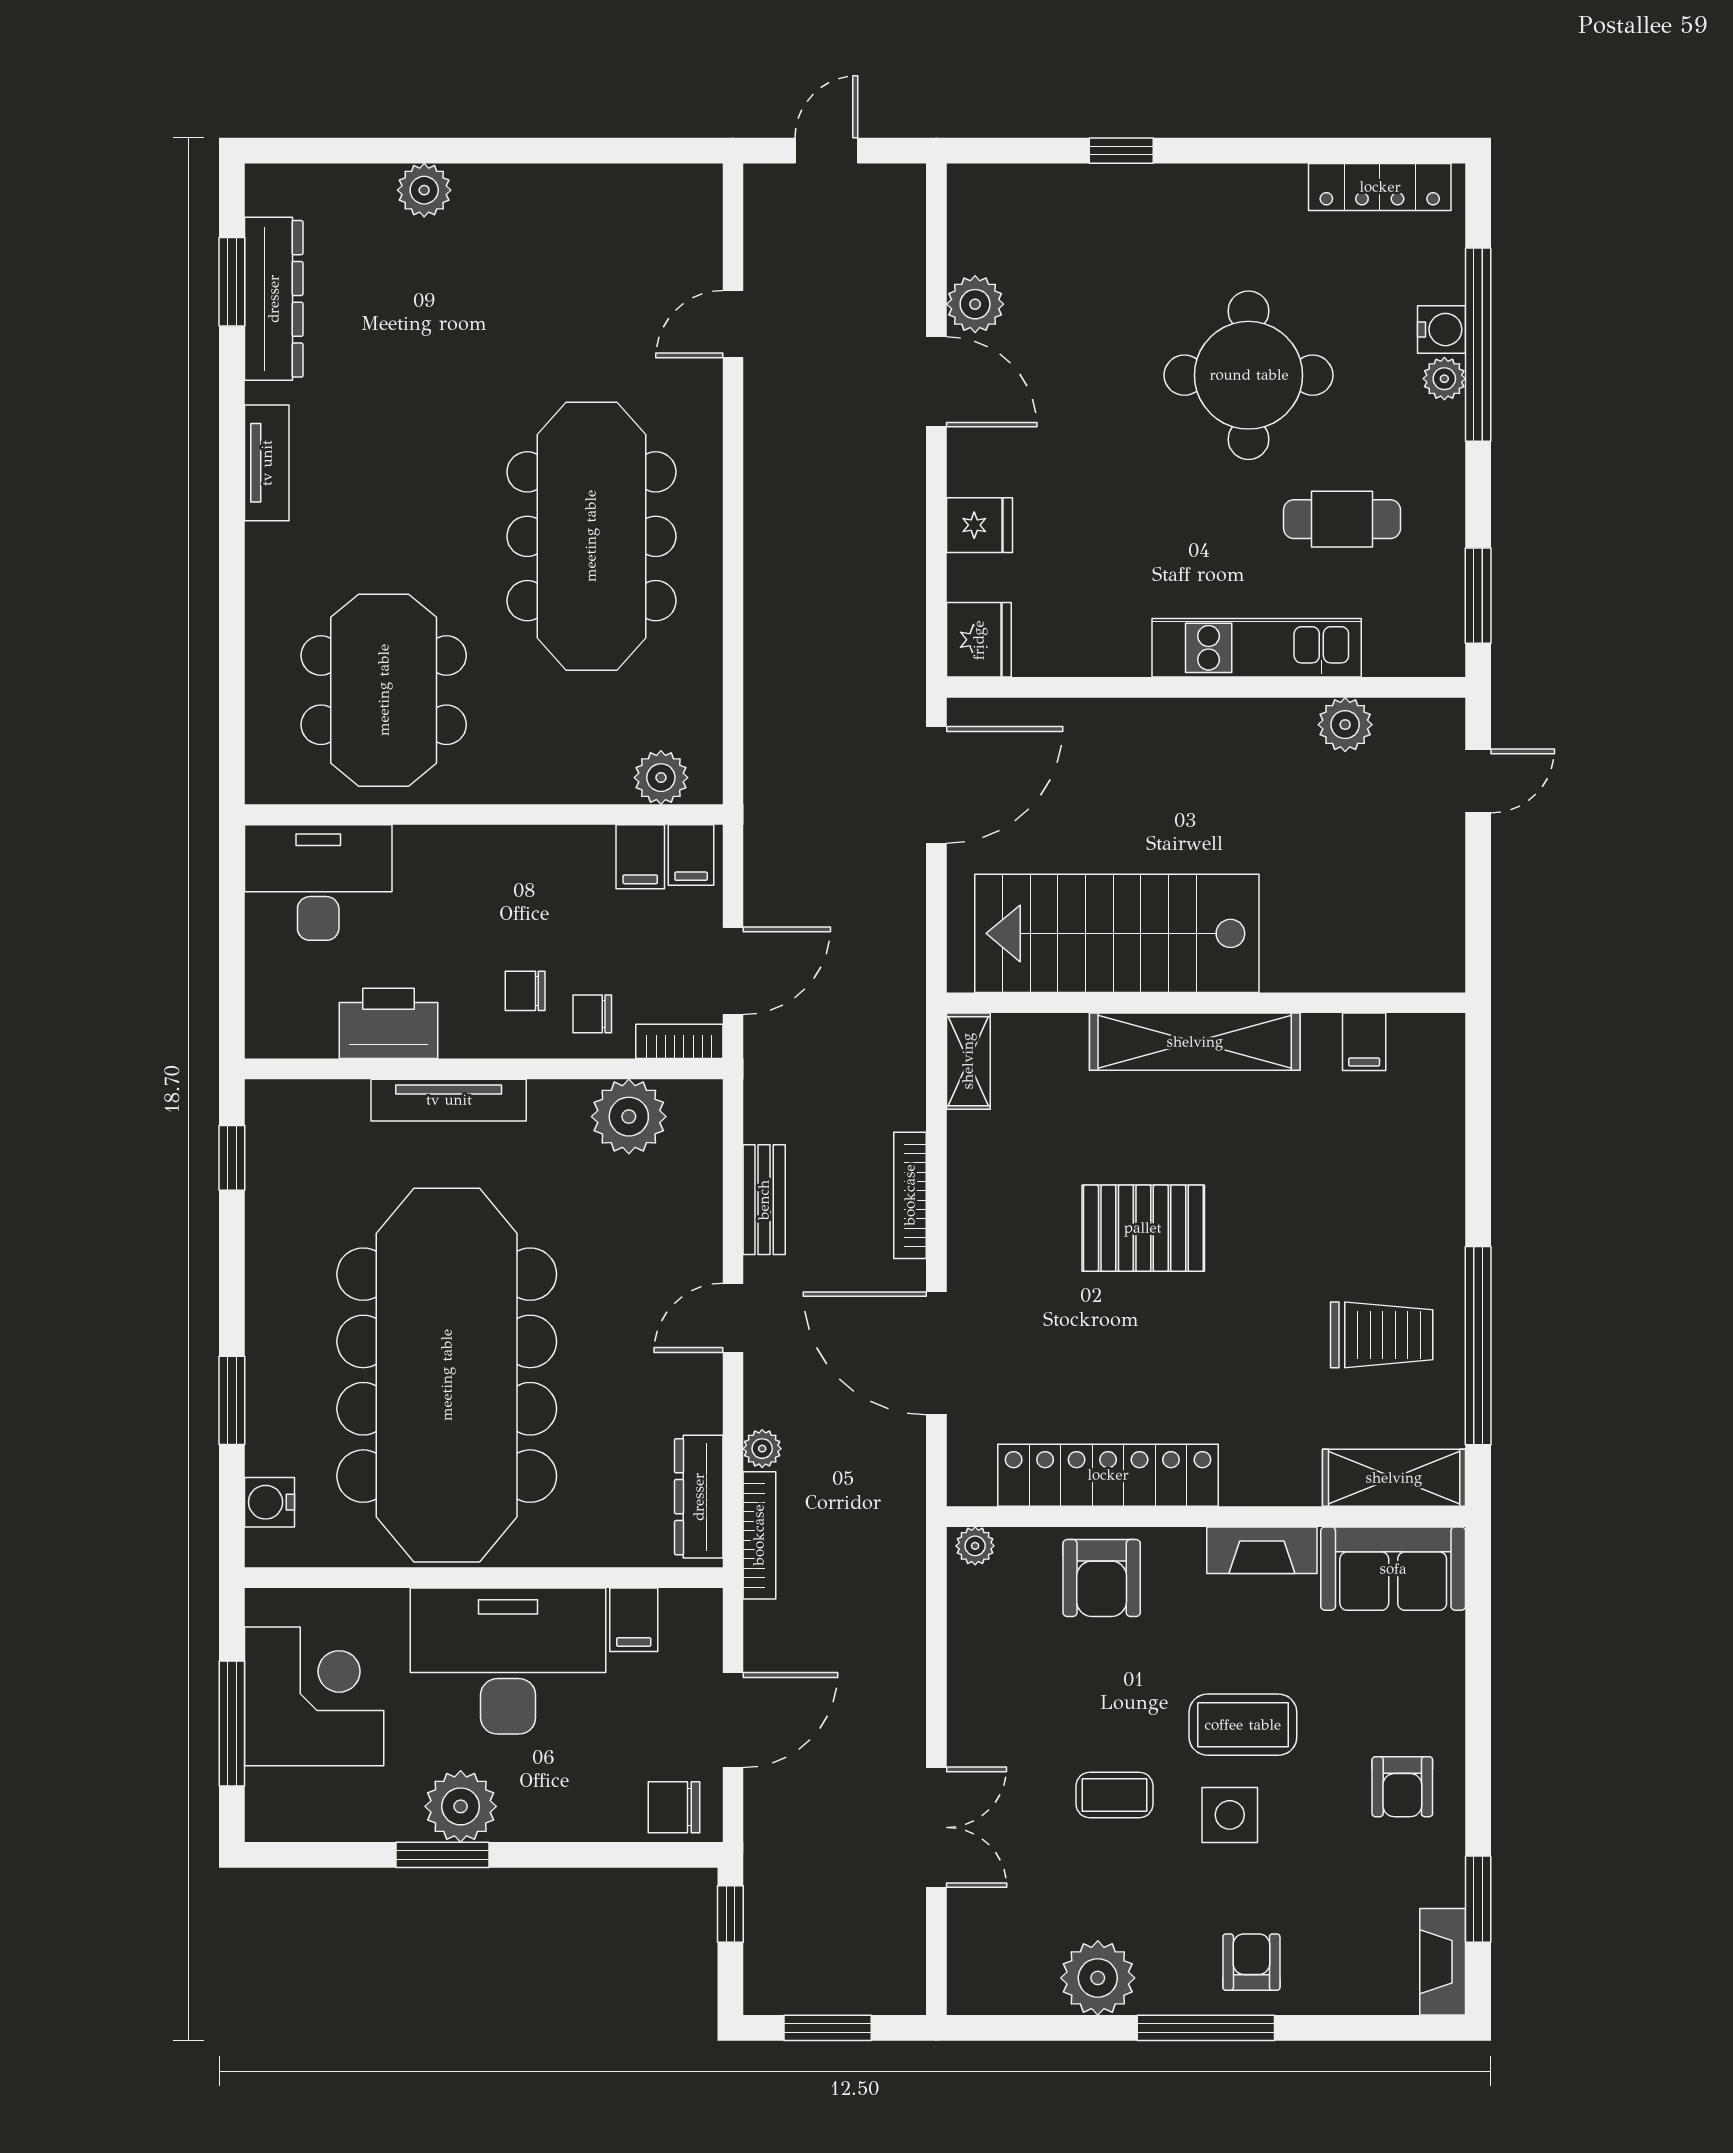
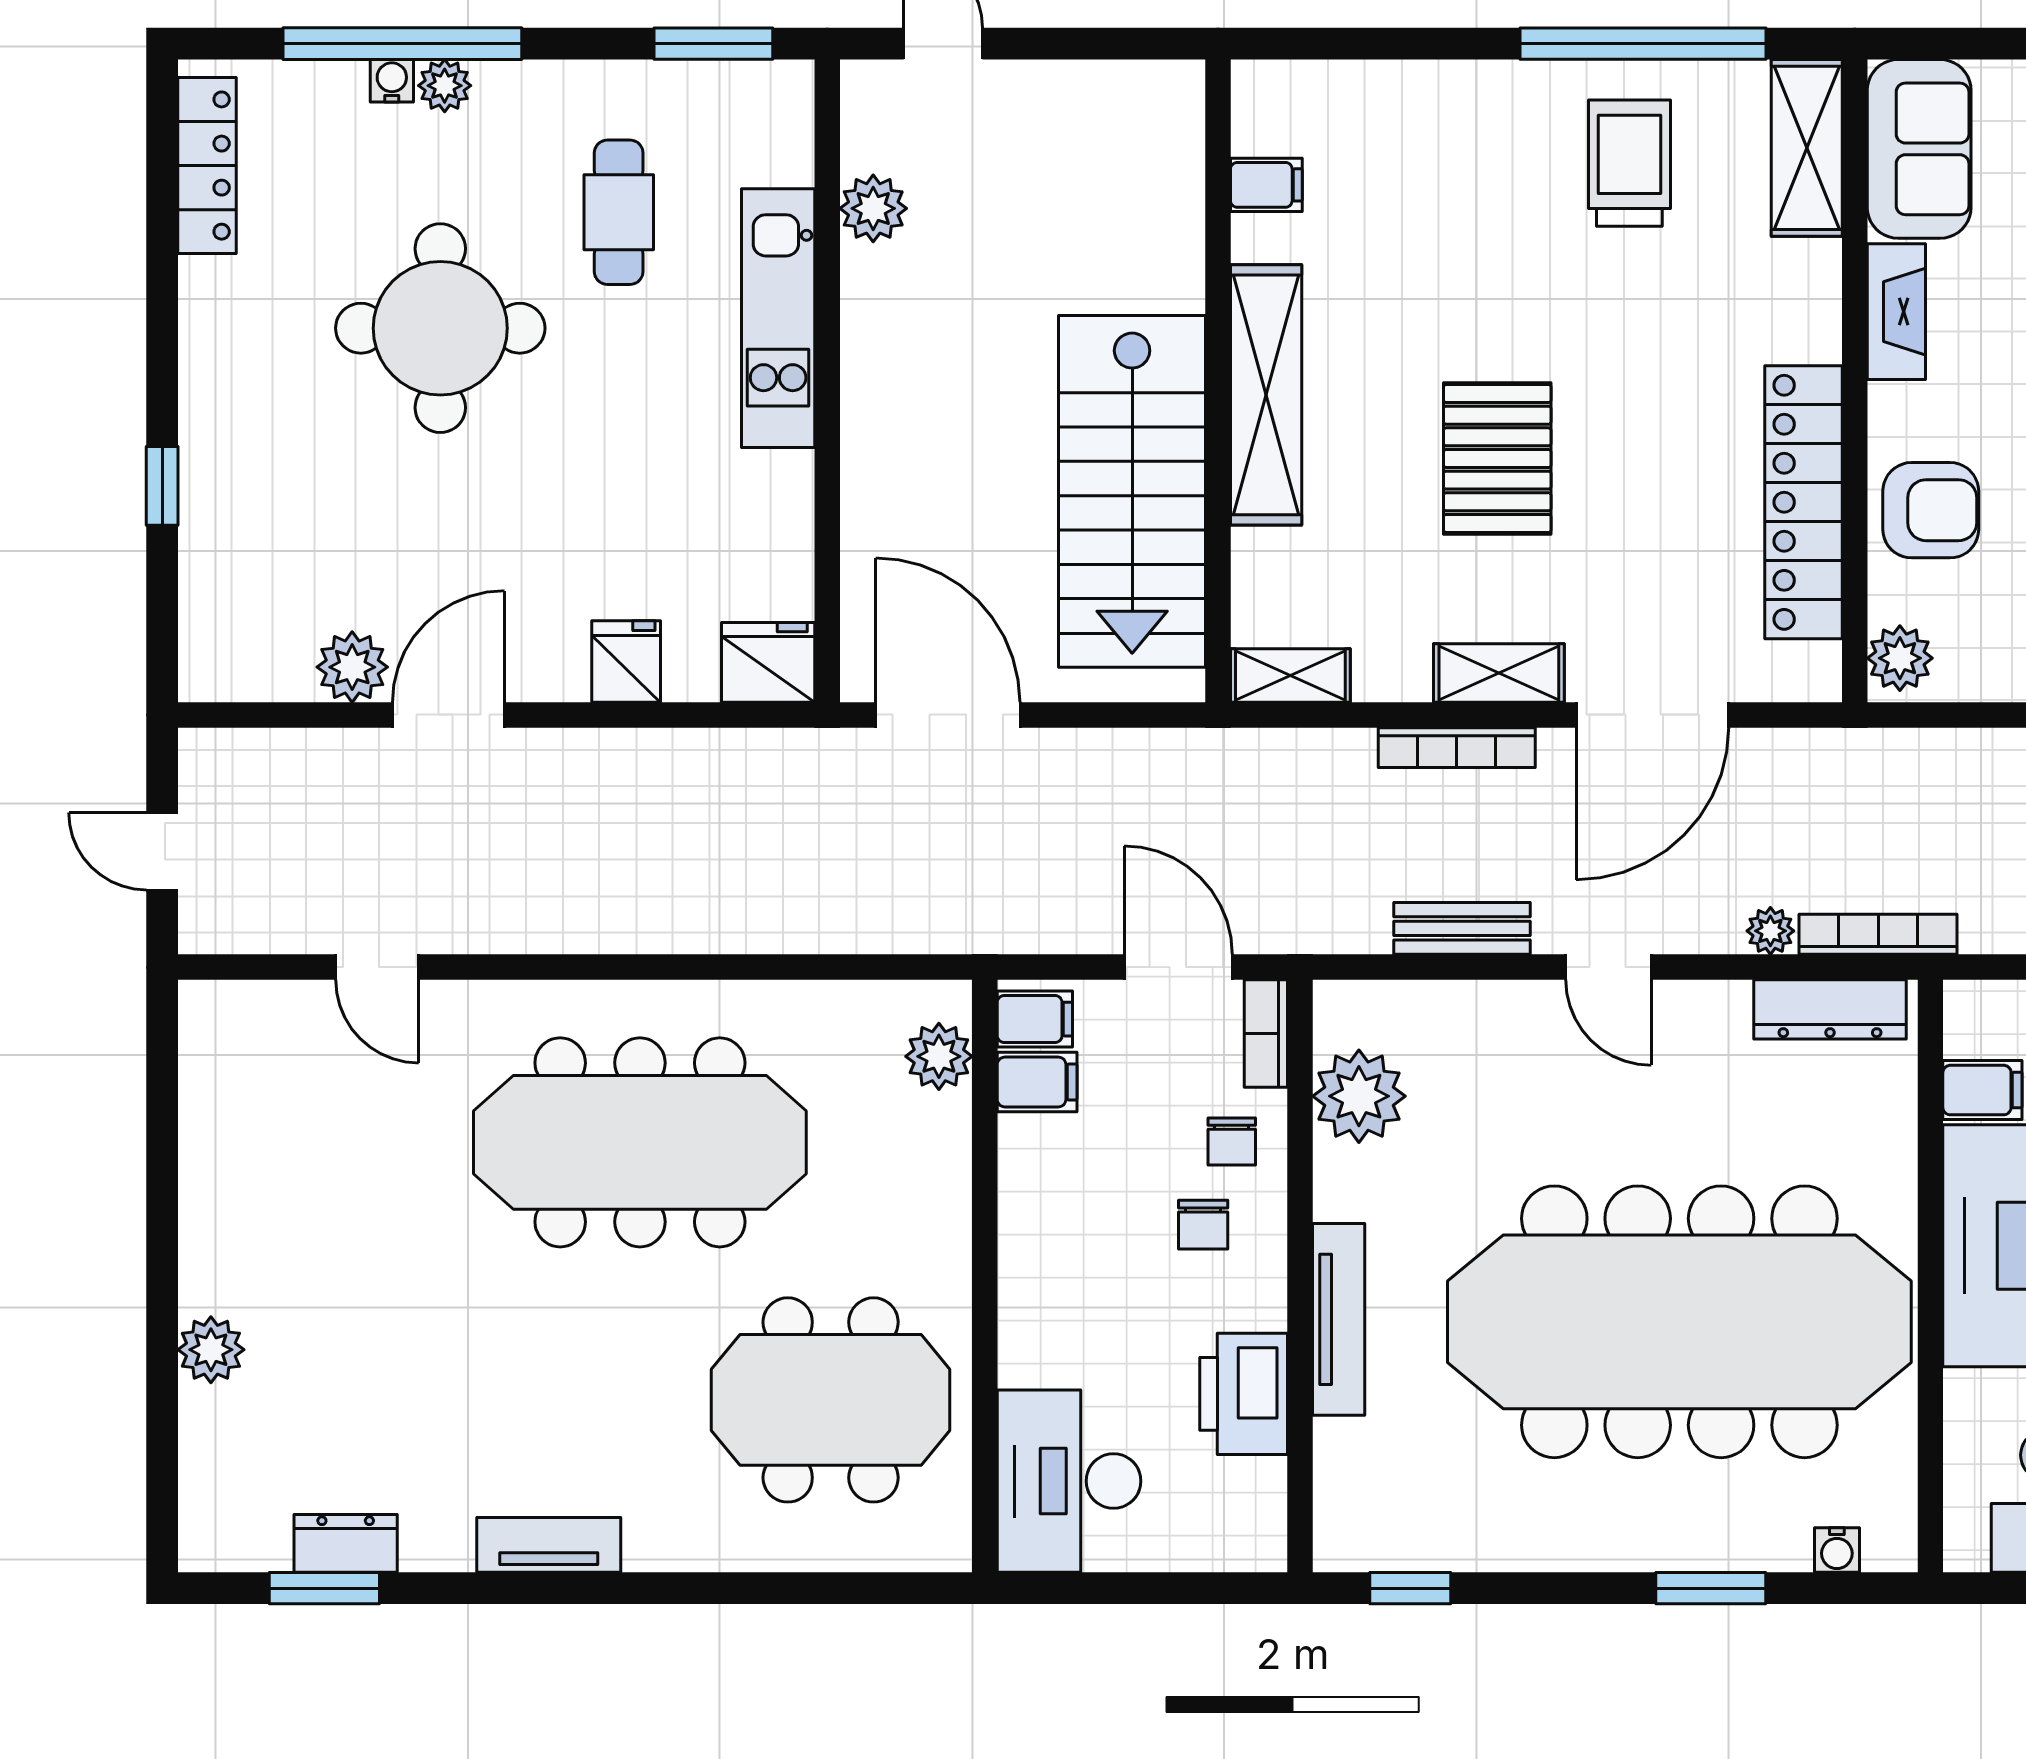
dresser: (274, 299) -> (346, 1543), width x0.51, depth x0.80
water cooler: (1442, 330) -> (392, 81), width x0.72, depth x0.72
shelving: (970, 1229) -> (1499, 673), added
water cooler: (270, 1502) -> (1837, 1550), width x0.72, depth x0.72
plant: (975, 1546) -> (1900, 658), width x1.38, depth x1.38

